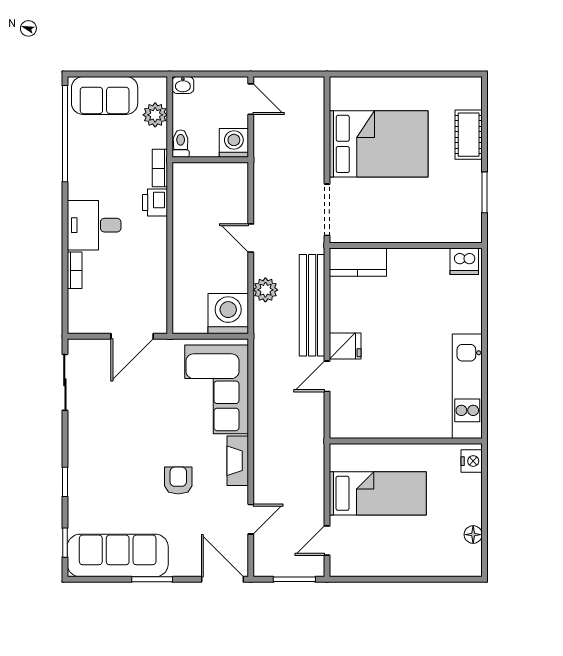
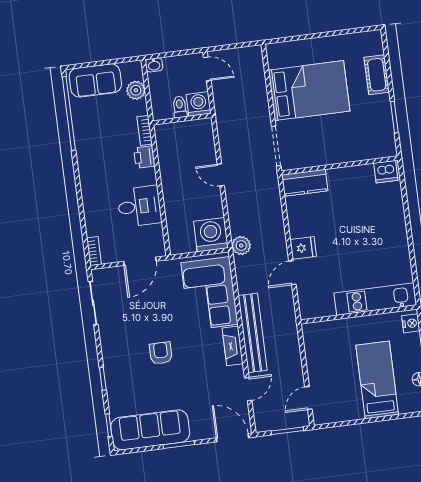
toilet: (181, 144) -> (180, 107), moved
desk: (94, 225) -> (139, 206), moved, turned 180
bookcase: (75, 270) -> (94, 251), moved
plant: (265, 290) -> (241, 246), moved
bench: (312, 305) -> (253, 333), moved
kitchen unit: (467, 386) -> (375, 299), moved, turned 90
armchair: (178, 481) -> (161, 353), moved
bed: (378, 493) -> (377, 380), moved, turned -90

